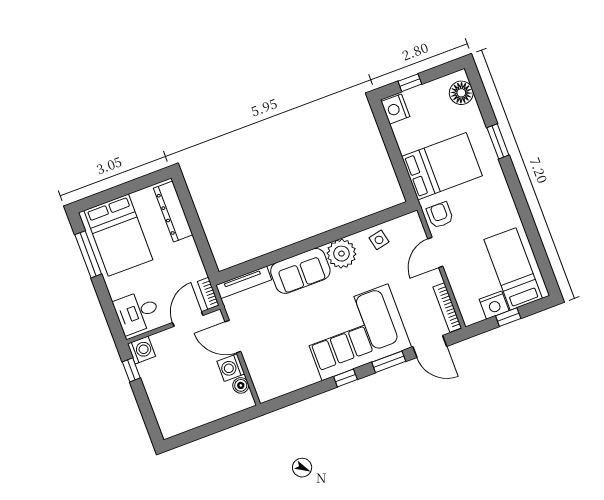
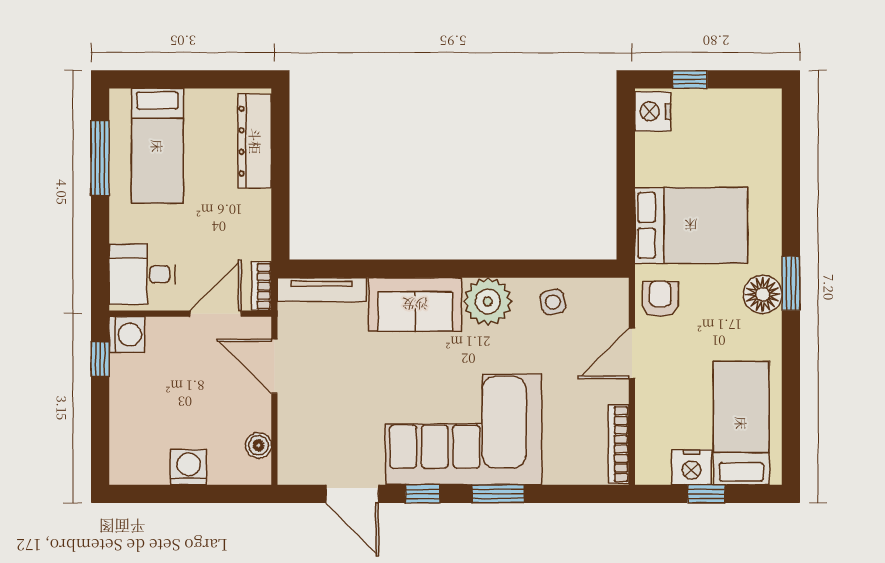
floor lamp: (461, 93) -> (763, 294), moved
window: (498, 141) -> (791, 283), moved
bed: (118, 235) -> (157, 146), width x0.67
door: (430, 346) -> (352, 494), moved
washing machine: (231, 368) -> (188, 467), moved, turned 90

